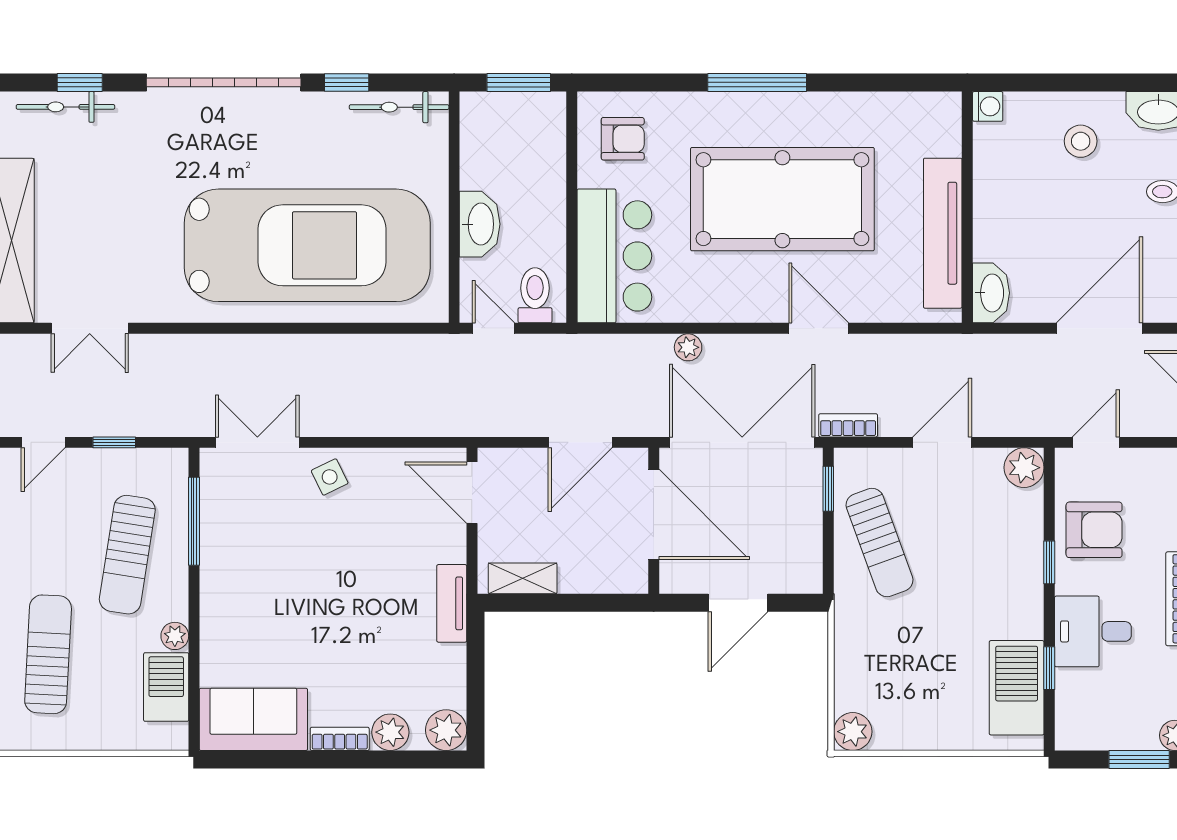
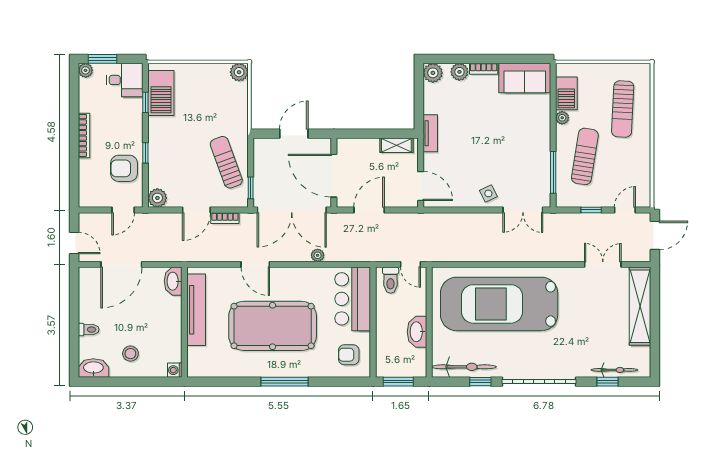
bicycle: (399, 107) -> (464, 367), width x1.37, depth x1.40
washbasin: (480, 224) -> (417, 332), moved
bookcase: (848, 425) -> (225, 218), moved
desk: (1093, 631) -> (125, 80), moved

